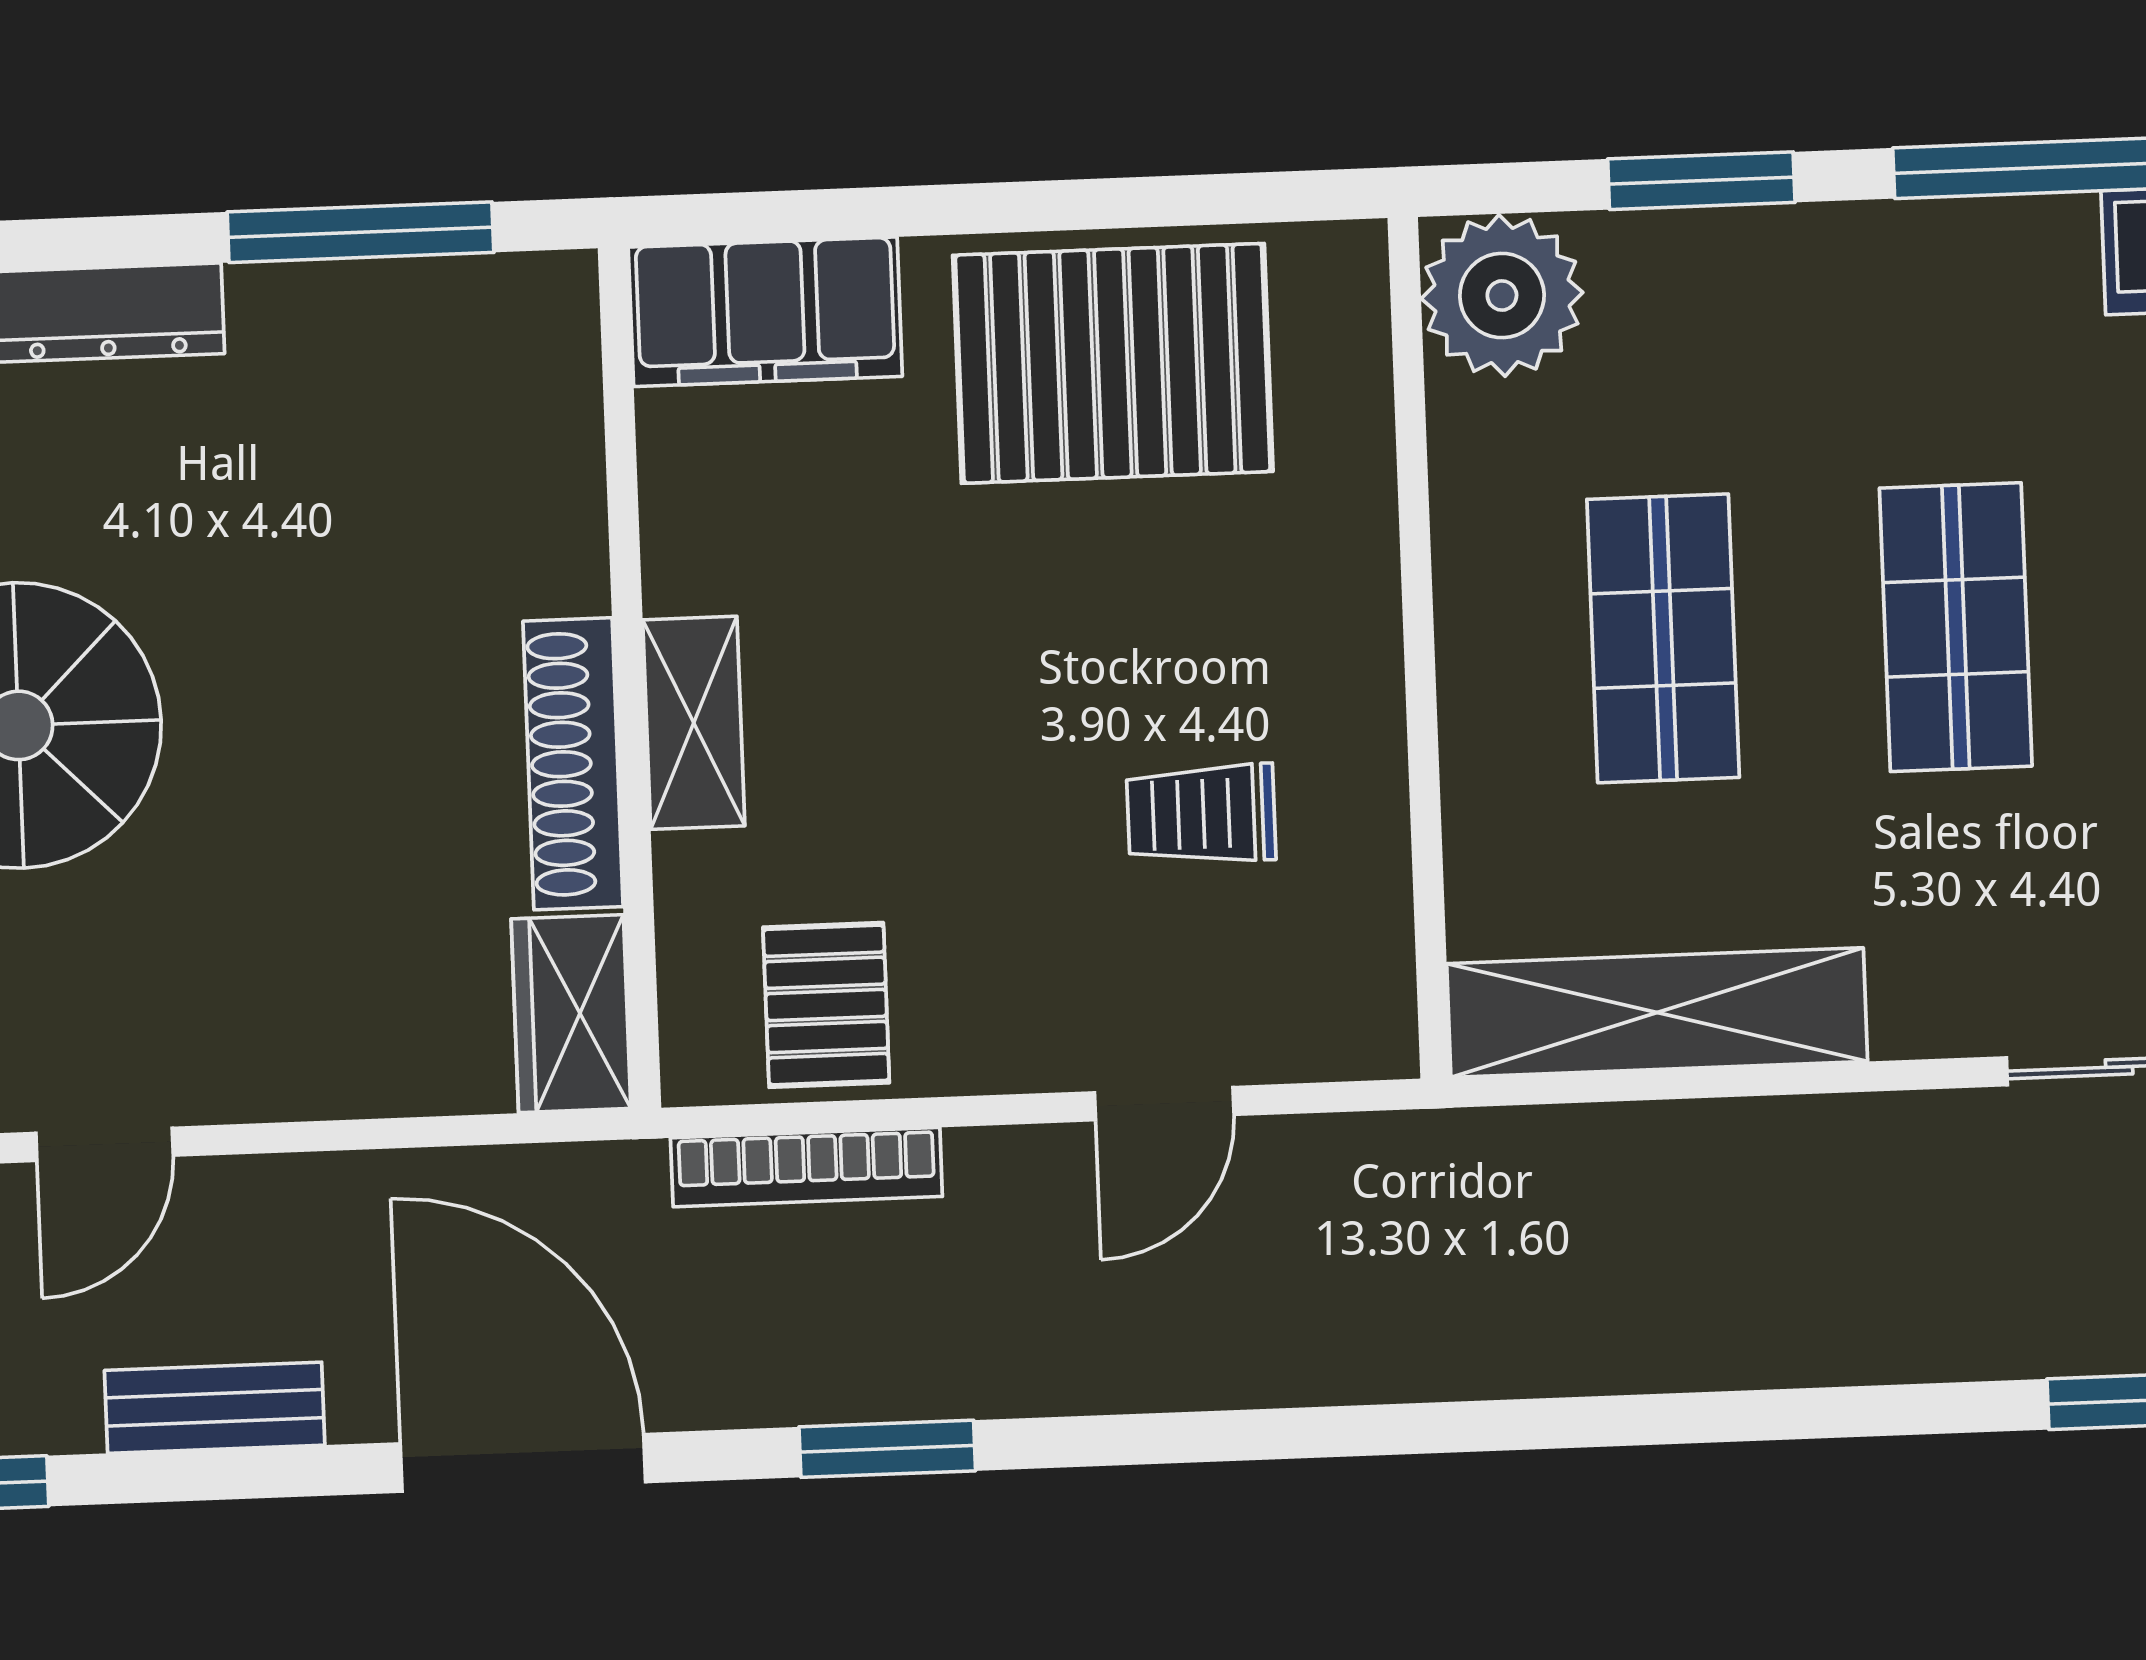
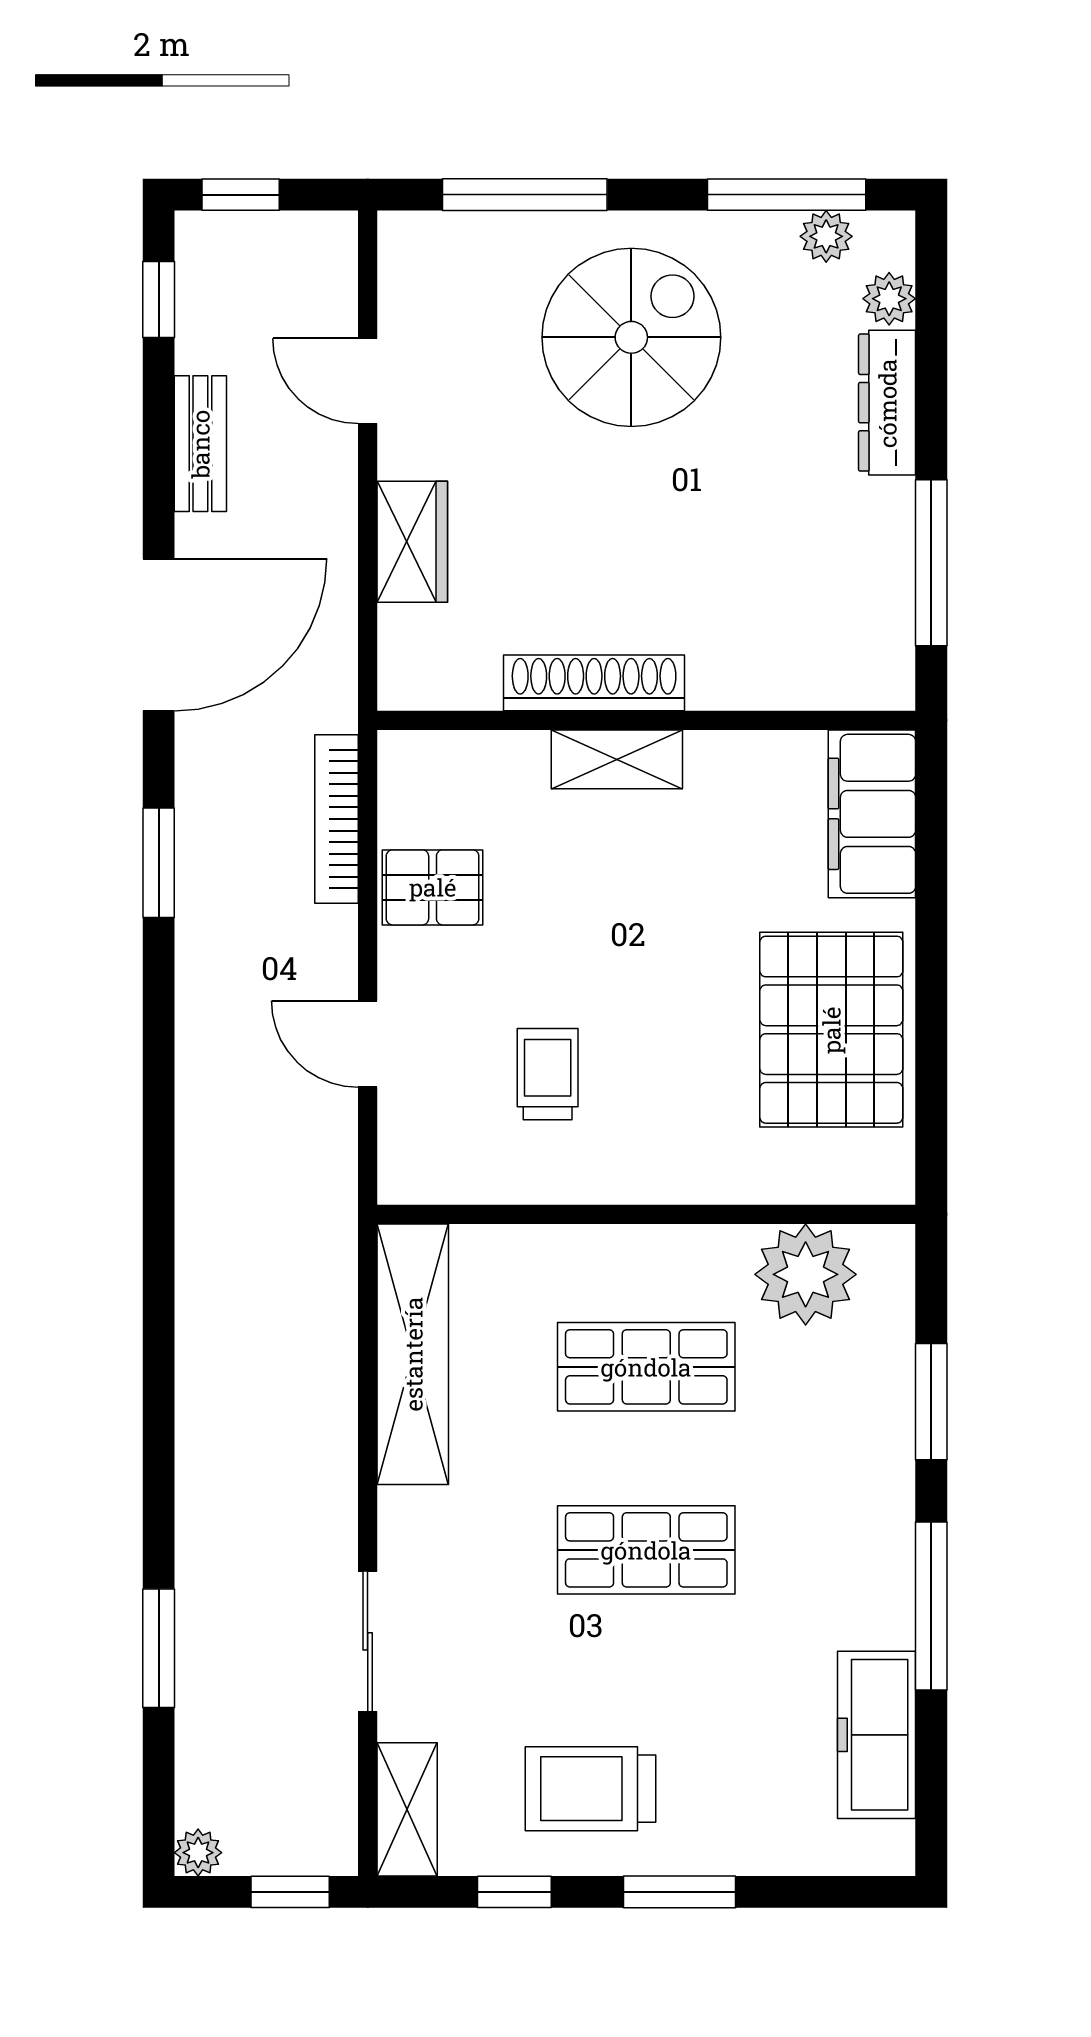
plant: (1502, 296) -> (806, 1274), moved
pallet: (826, 1005) -> (433, 887), moved
wardrobe: (571, 1014) -> (412, 542), moved, turned 90

